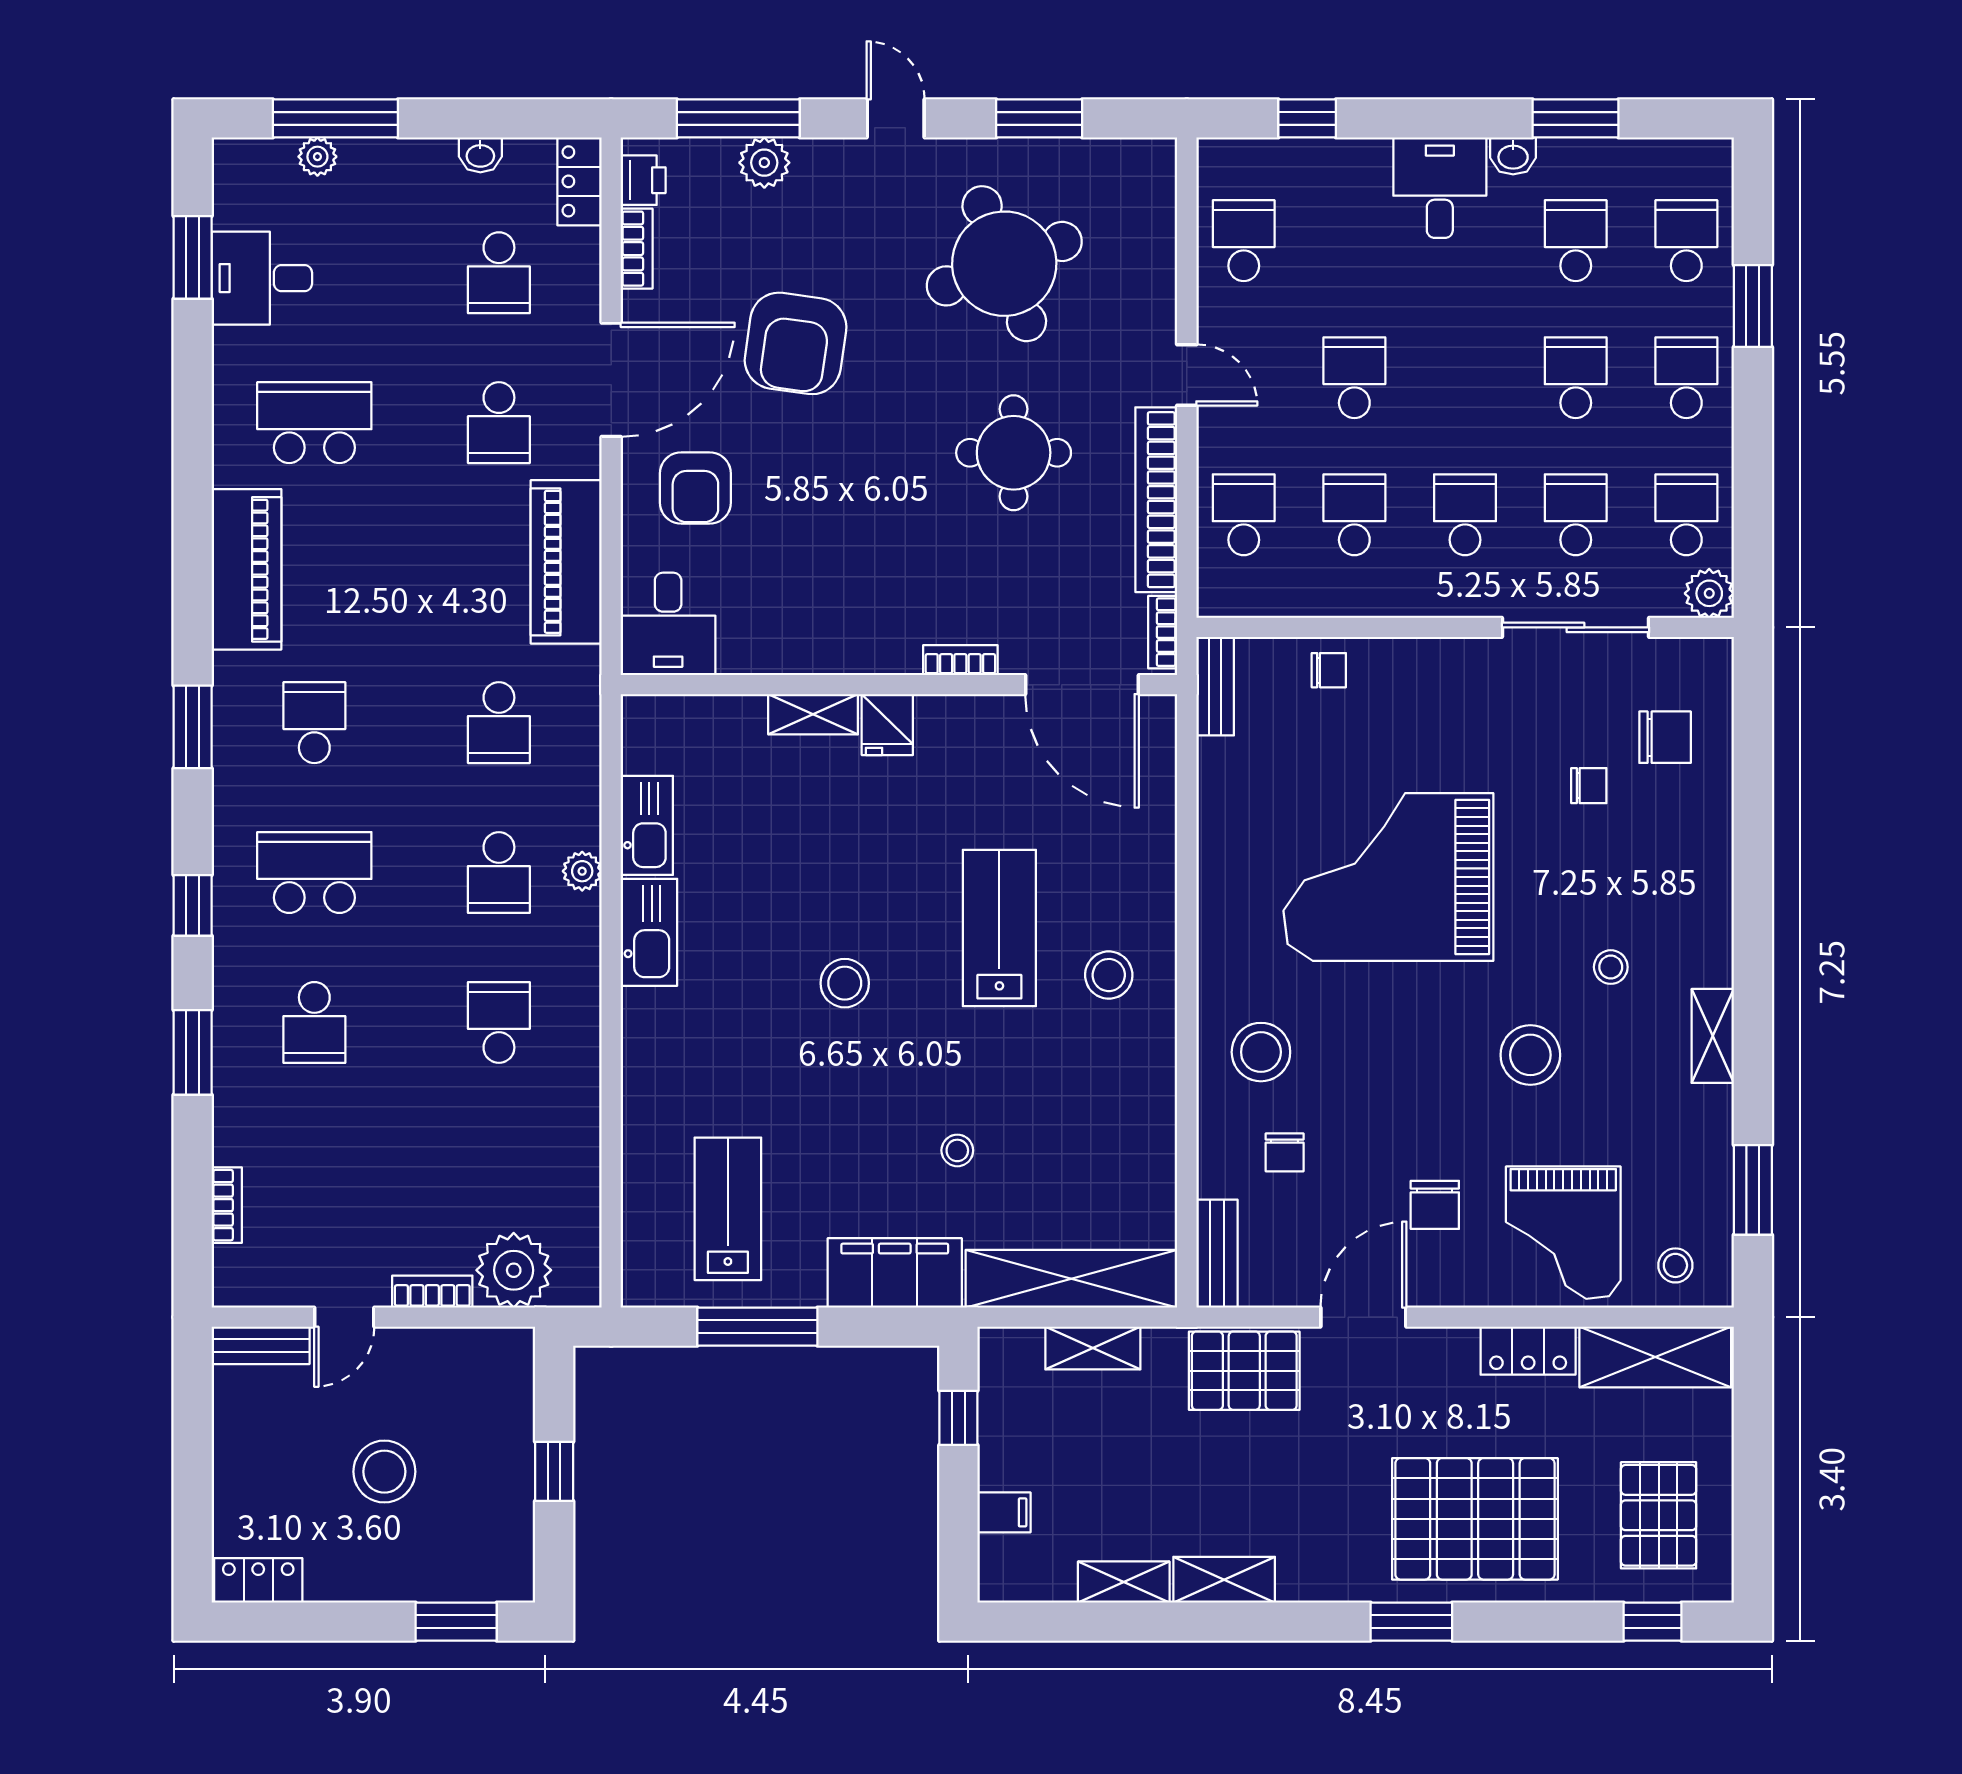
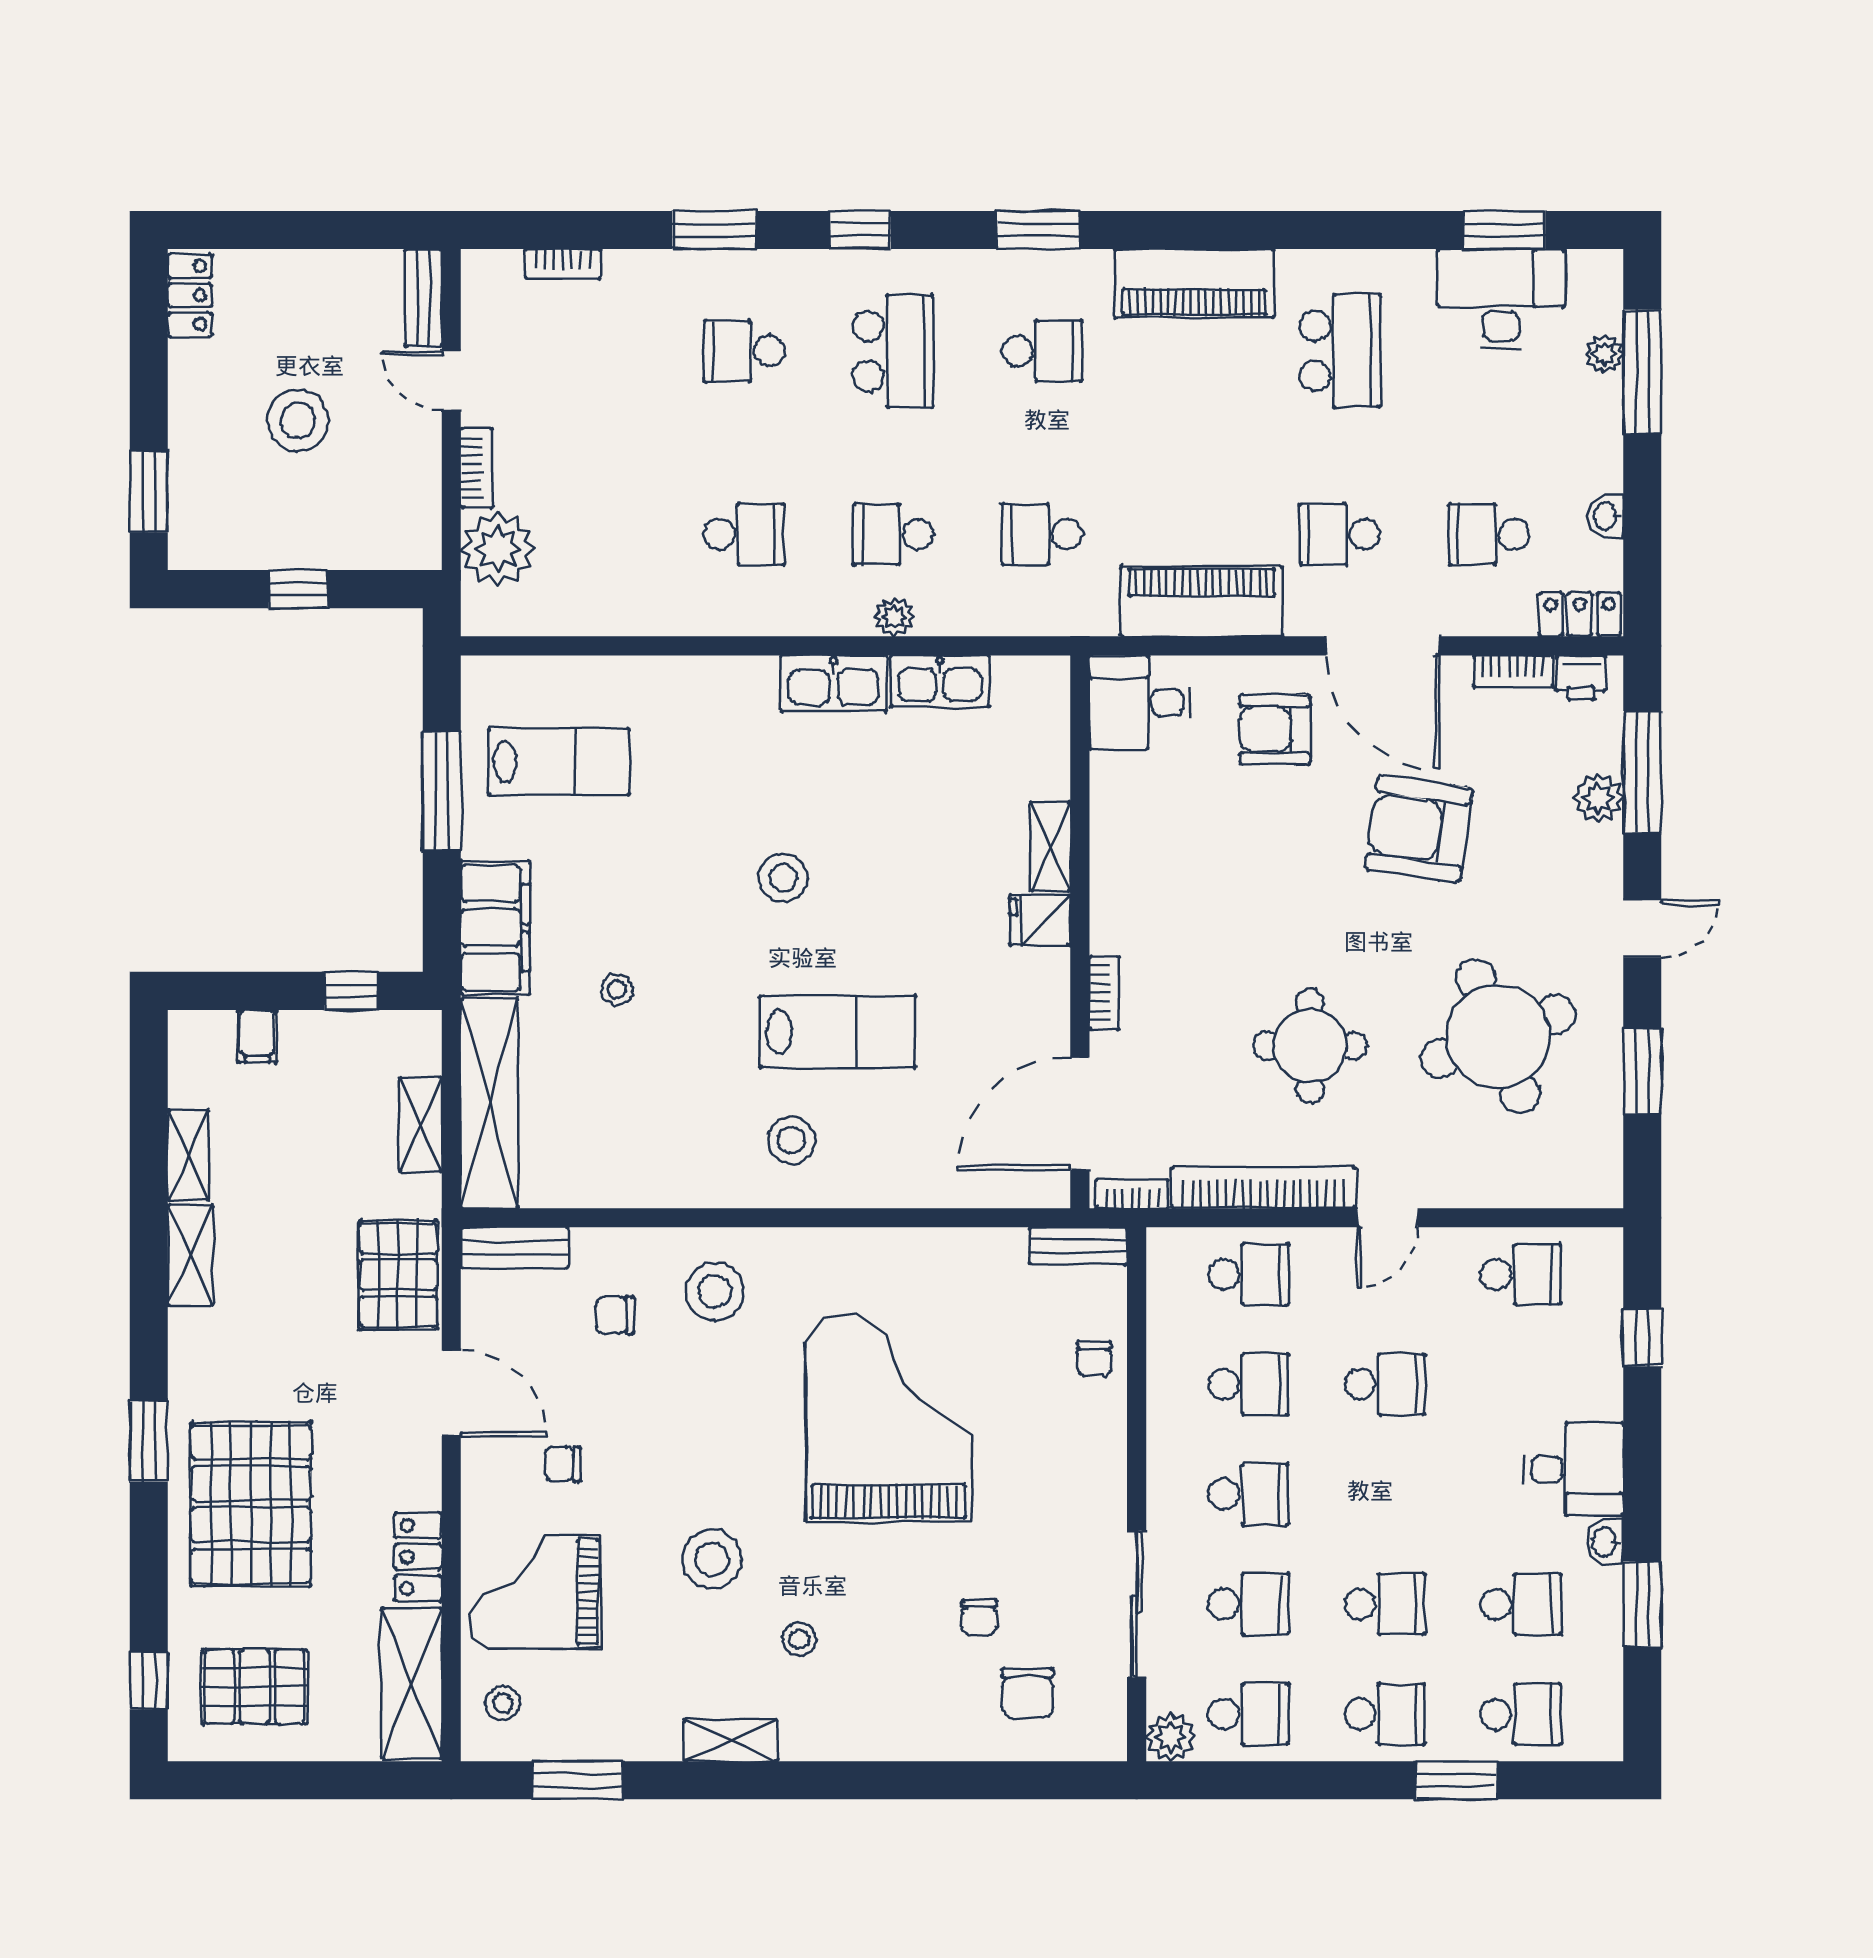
desk: (262, 278) -> (1501, 299), width x1.37
chair: (1435, 1205) -> (563, 1464), width x0.73, depth x0.73

